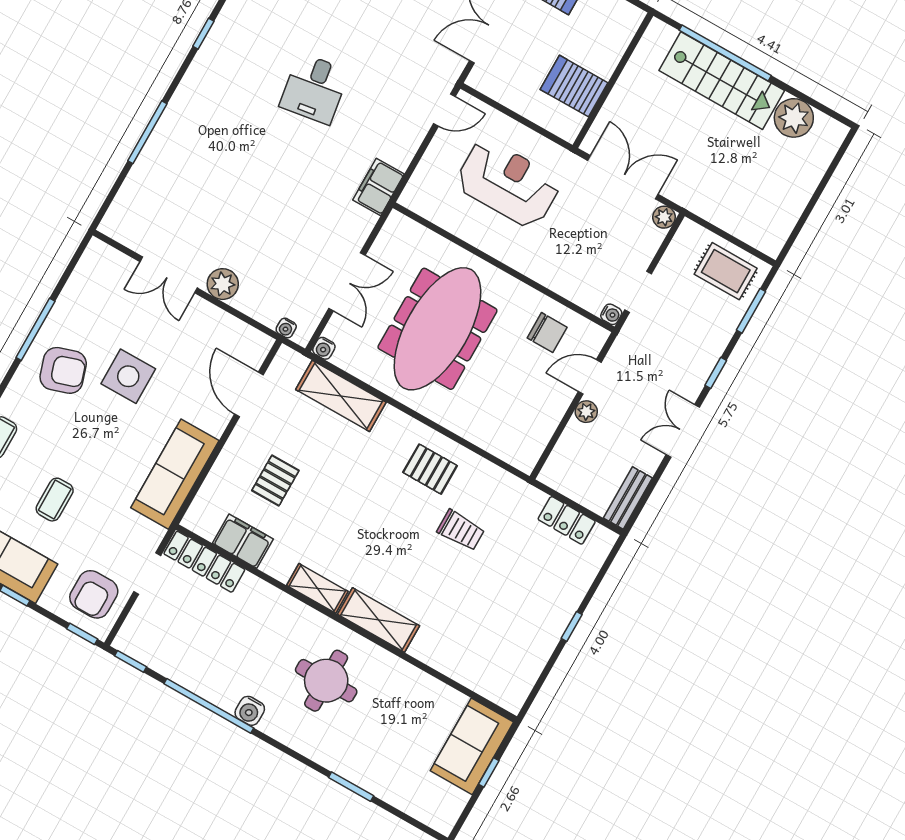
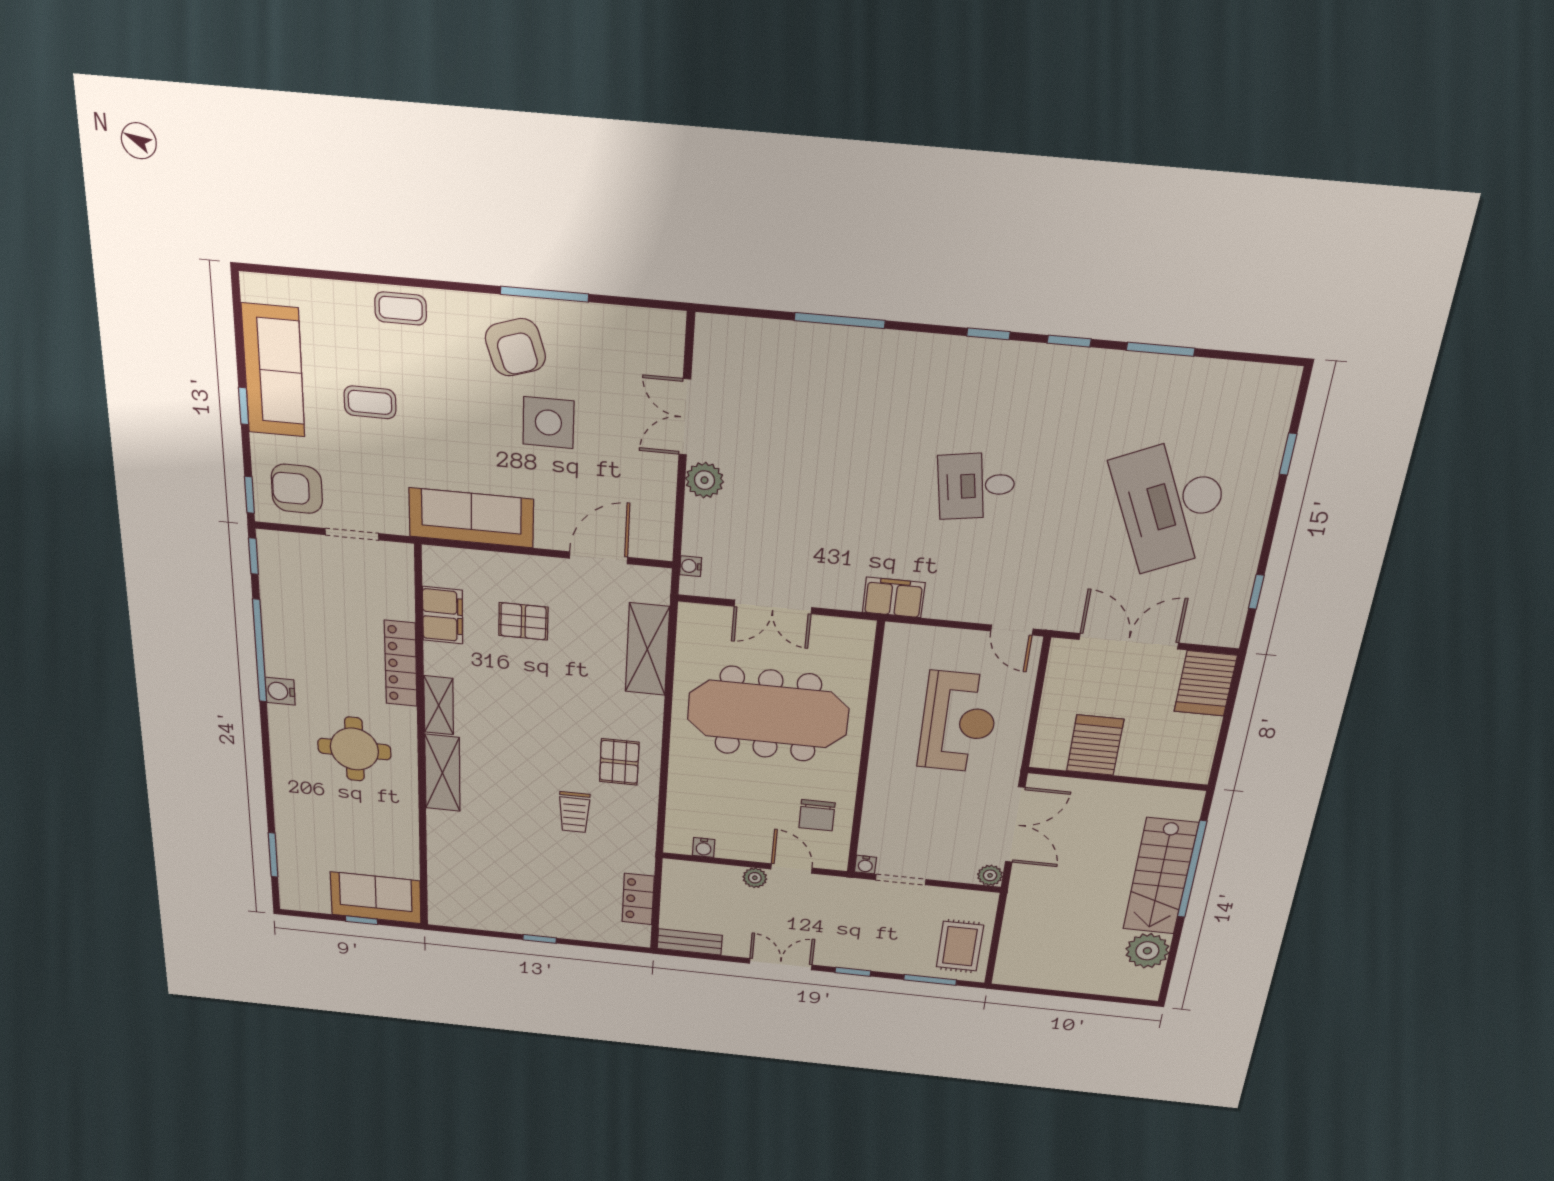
water cooler: (324, 348) -> (704, 847), moved, turned -90
locker: (204, 562) -> (401, 664), moved
window: (351, 787) -> (273, 855), moved

